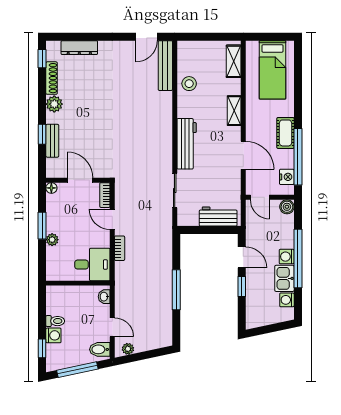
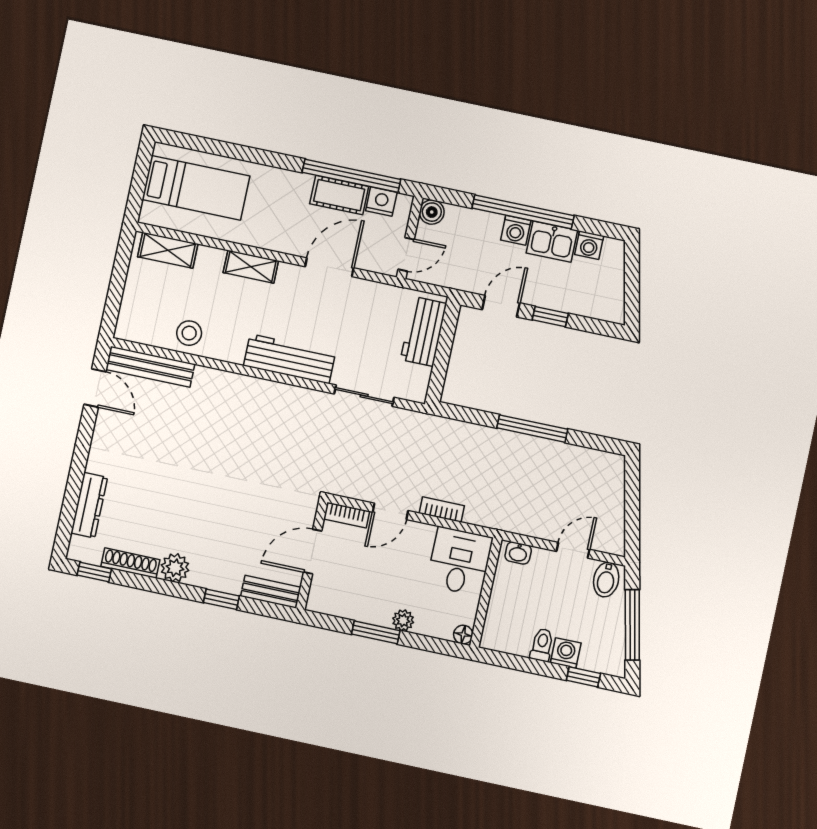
cot: (285, 133) -> (339, 195), moved
bench: (52, 141) -> (271, 592), moved
floor lamp: (51, 188) -> (463, 635), moved
plant: (128, 349) -> (615, 532), removed

